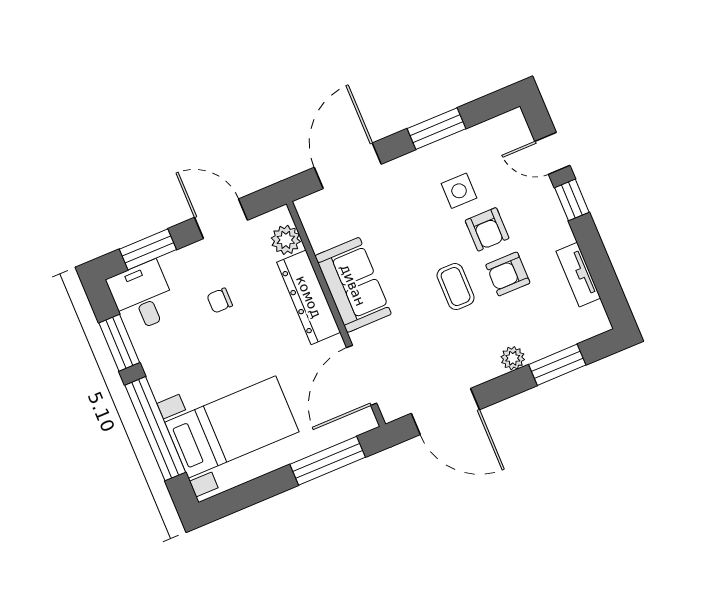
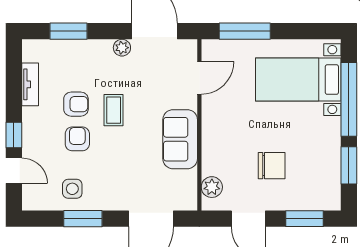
side table: (459, 191) -> (72, 189), moved
desk: (142, 296) -> (321, 189), removed
dresser: (309, 297) -> (213, 143), removed
chair: (220, 301) -> (272, 166), width x1.87, depth x1.87
plant: (513, 358) -> (122, 48), moved
door: (362, 375) -> (199, 78), width x0.73

